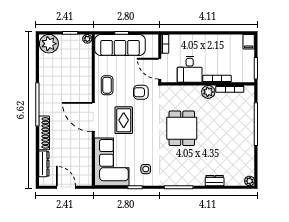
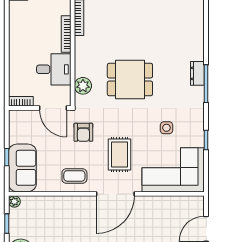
sofa: (120, 45) -> (22, 168), width x0.73
door: (160, 69) -> (53, 108), hinge flipped
plant: (208, 92) -> (83, 86), moved
rug: (124, 120) -> (120, 154), turned 90
side table: (146, 169) -> (166, 128), moved
dresser: (215, 181) -> (197, 73), moved

